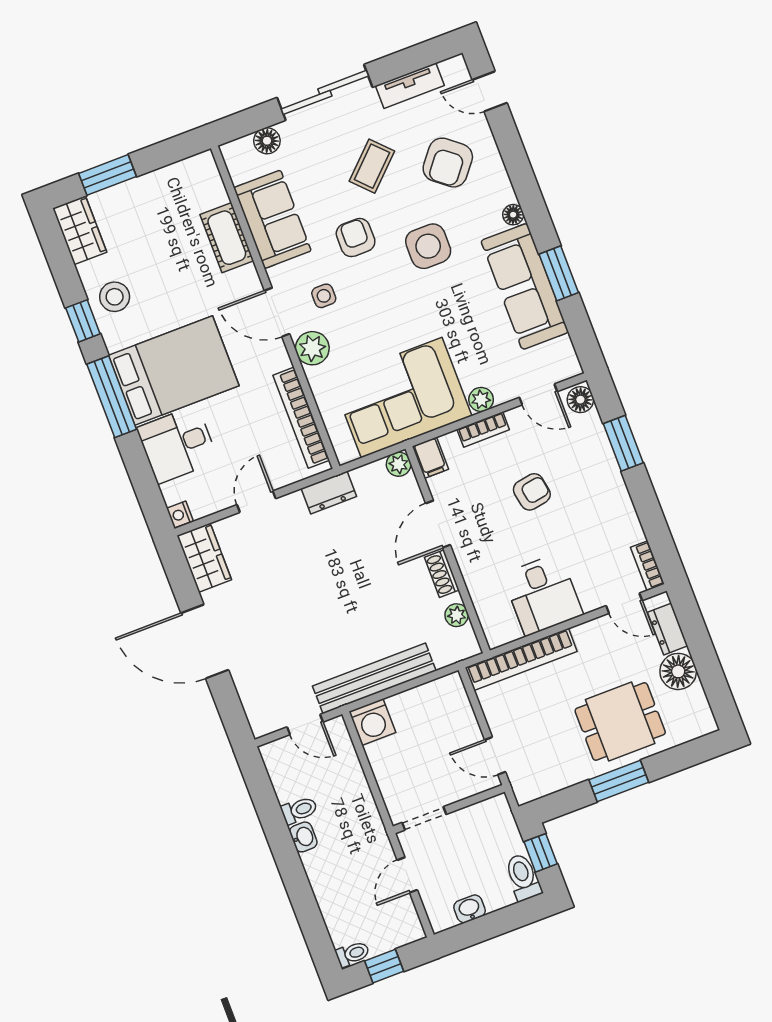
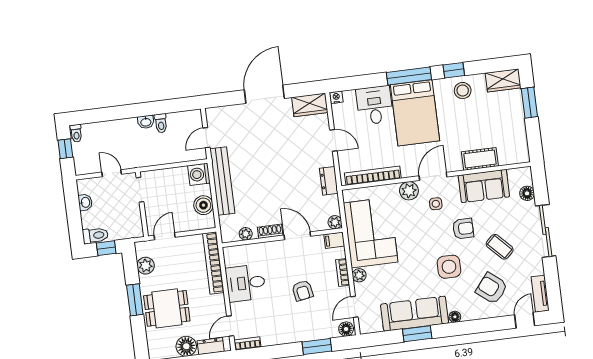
tv unit: (410, 86) -> (540, 294), moved
boiler: (424, 701) -> (203, 205), added
dining table: (620, 722) -> (167, 308), turned 90
plant: (554, 777) -> (146, 266), added

